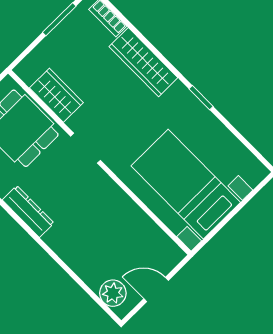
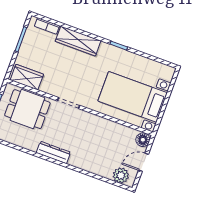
wardrobe: (56, 95) -> (27, 77), moved
floor lamp: (171, 255) -> (143, 140), added

